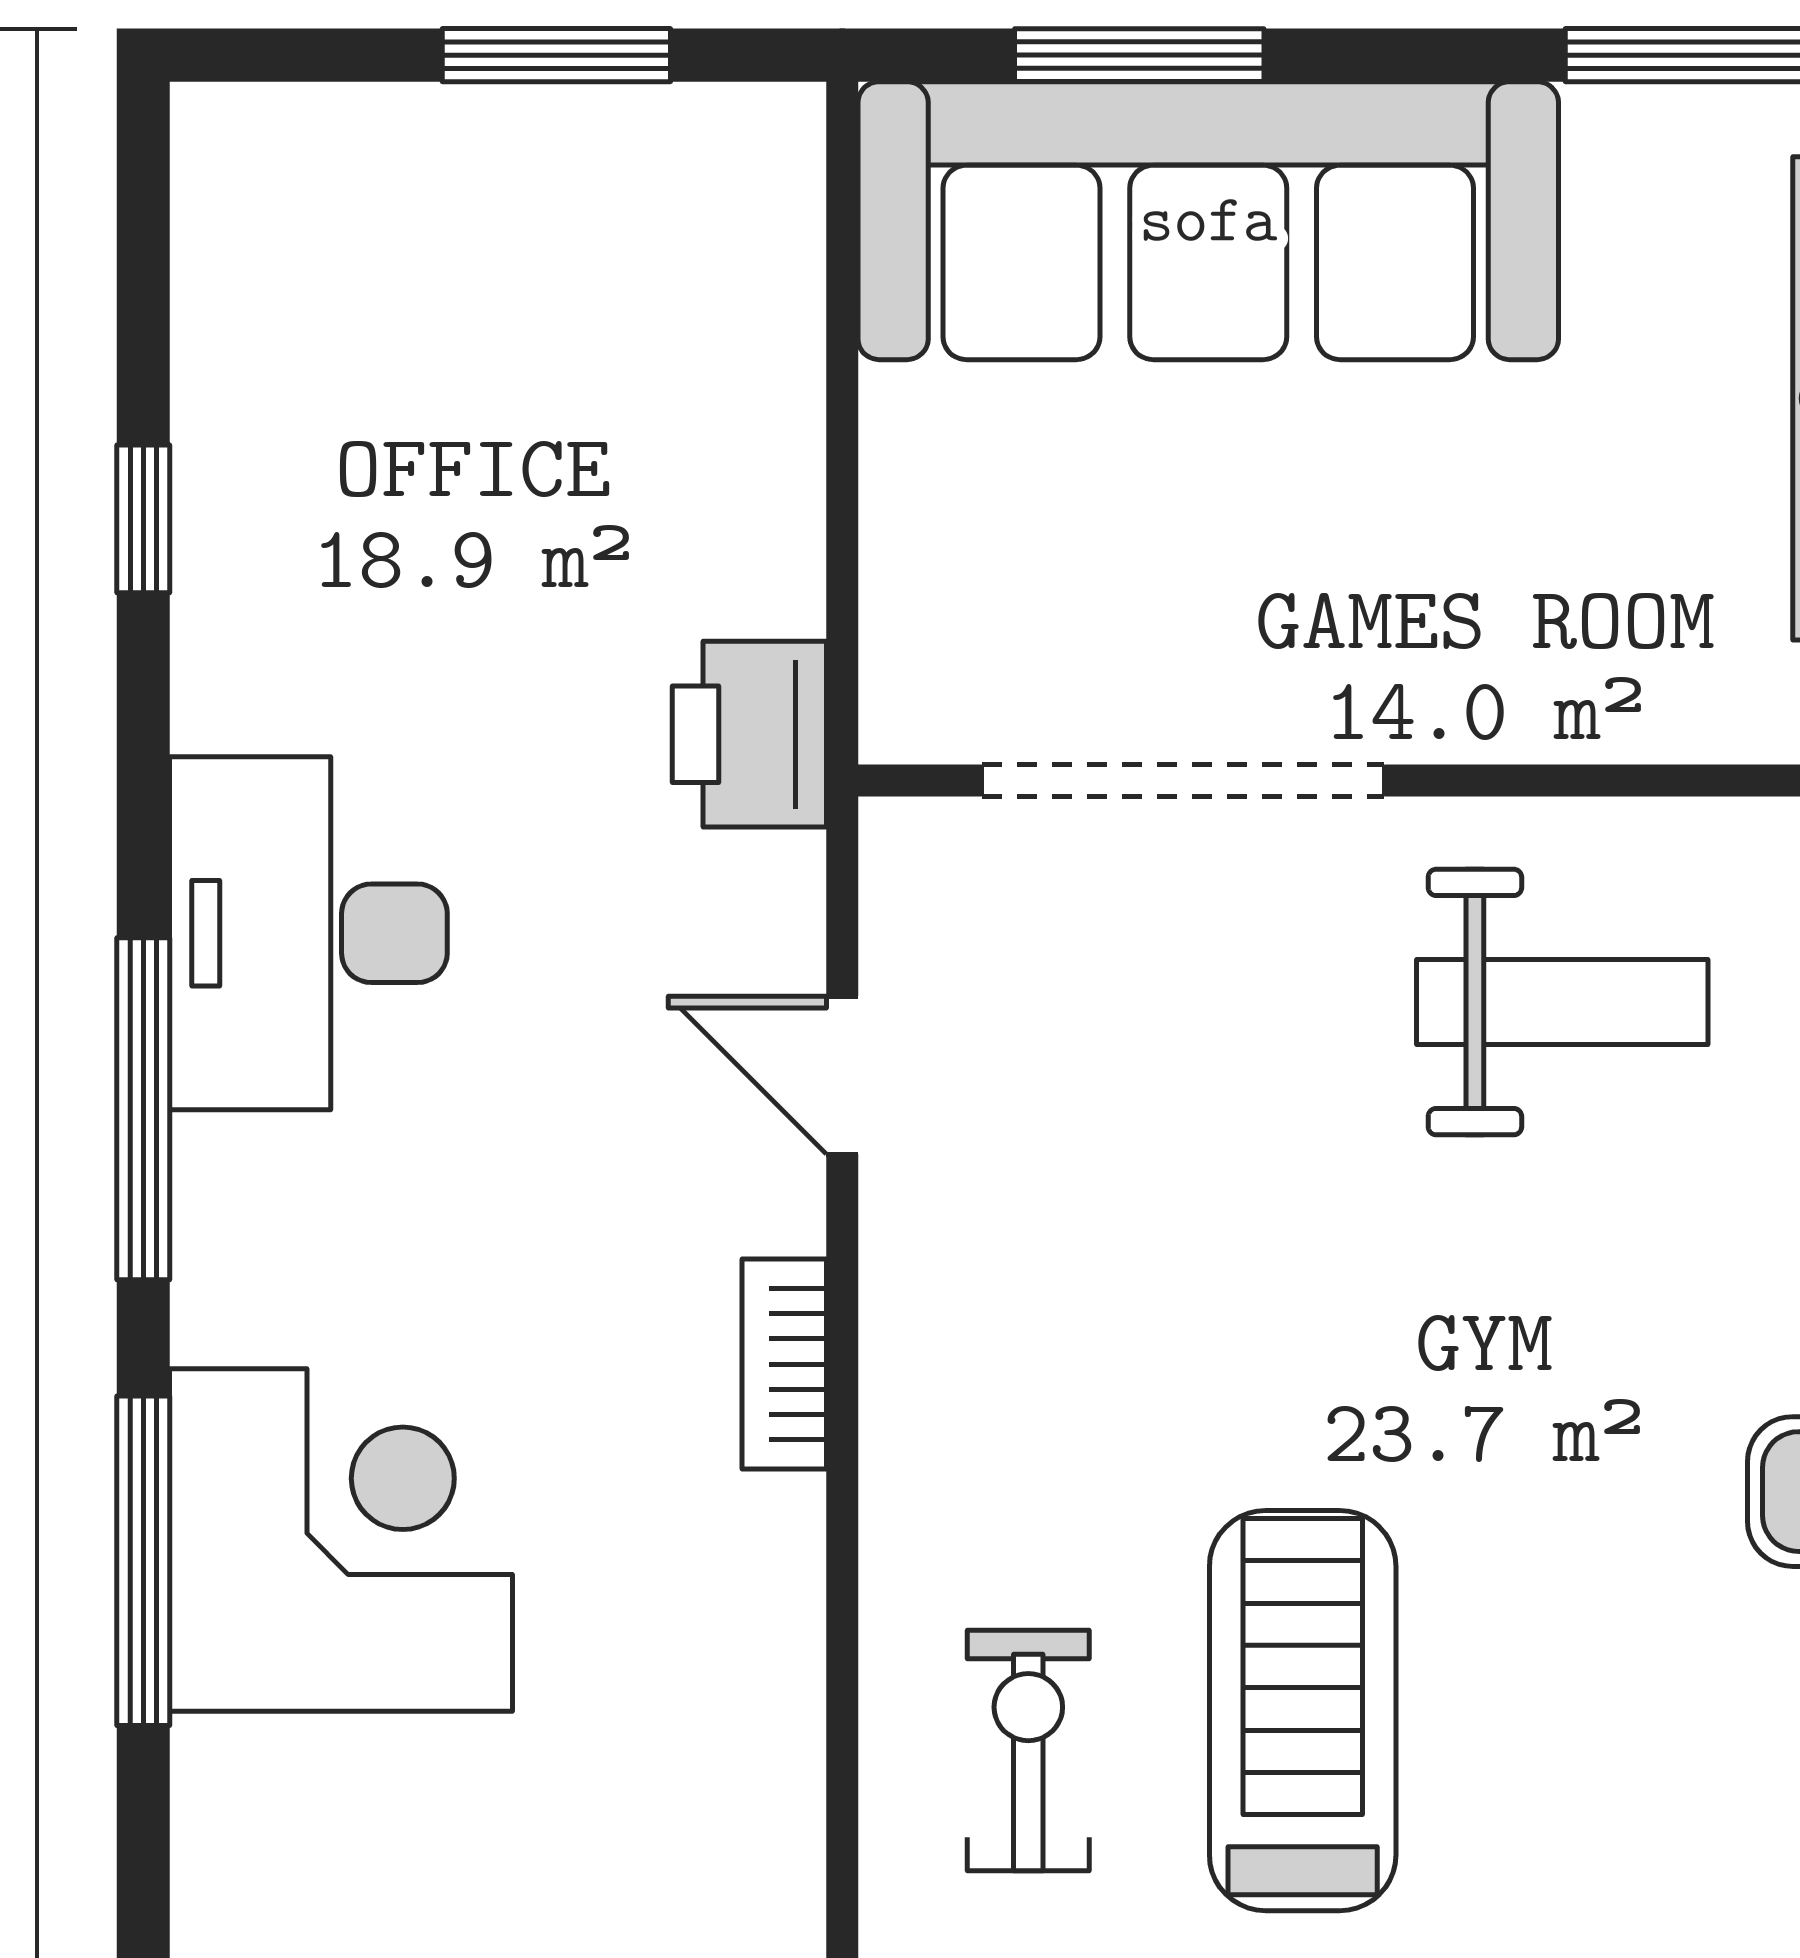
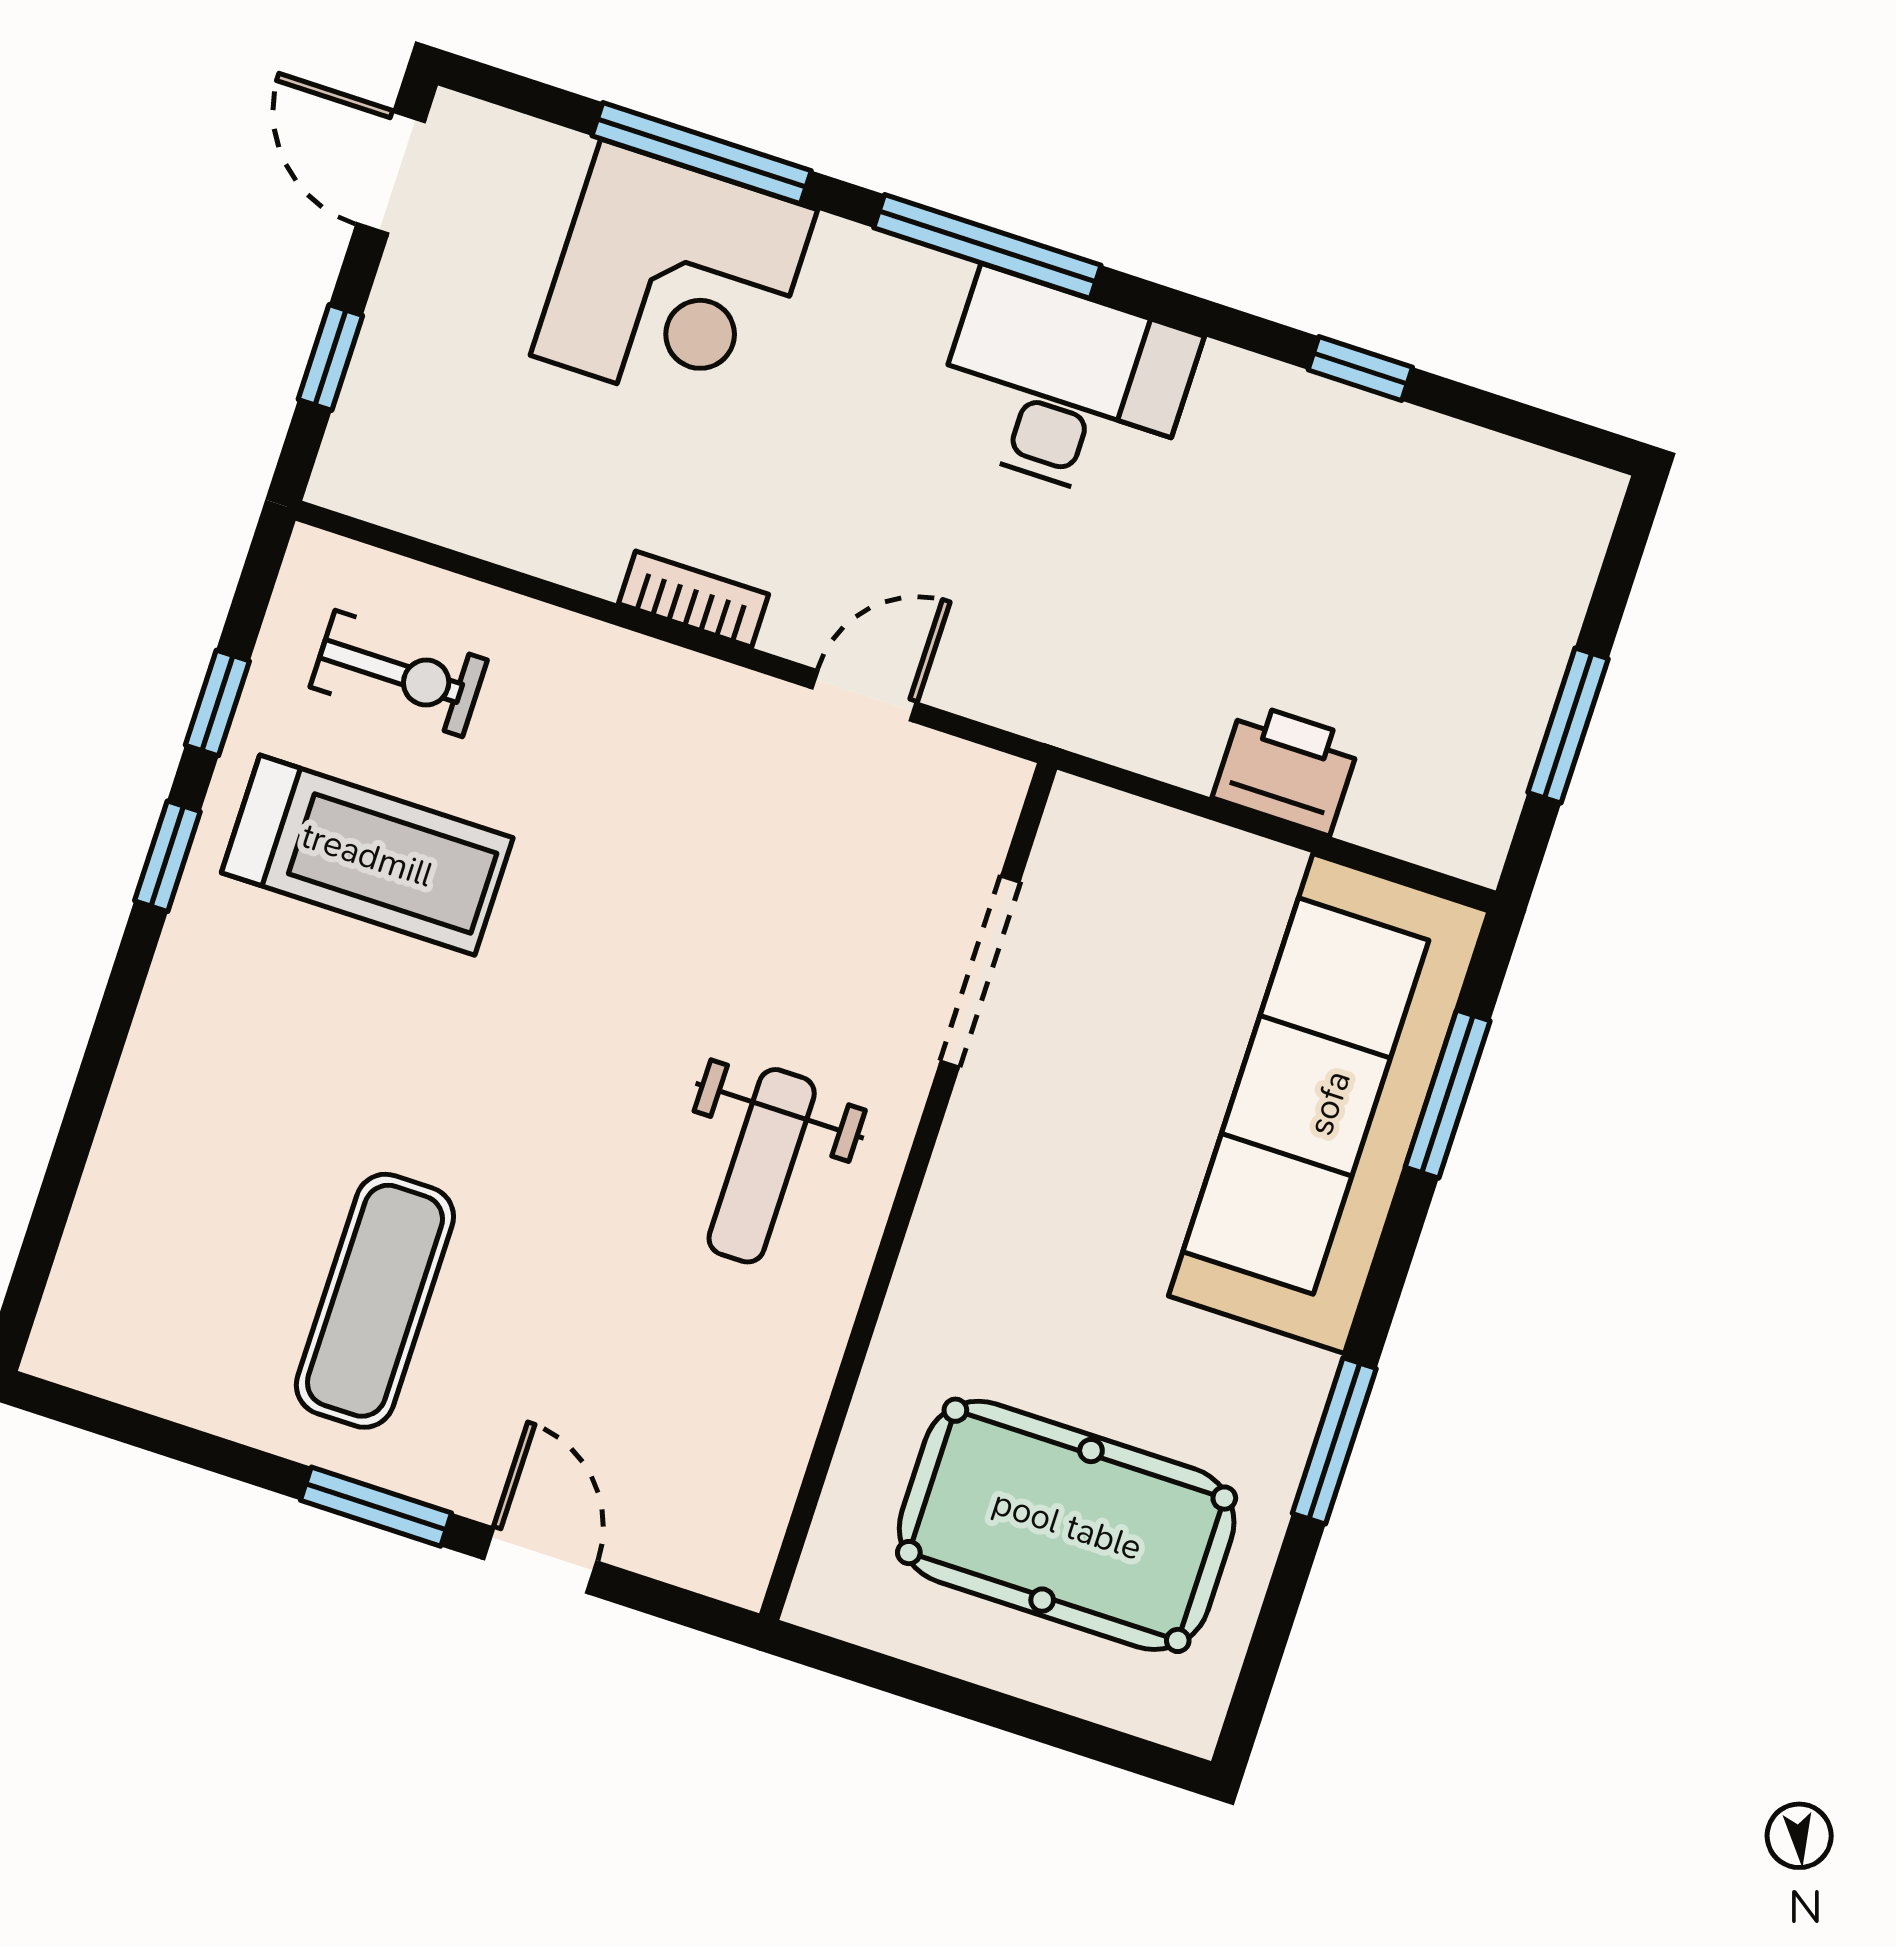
printer: (749, 734) -> (1287, 769), moved
doorway: (1183, 781) -> (980, 972), width x0.73

